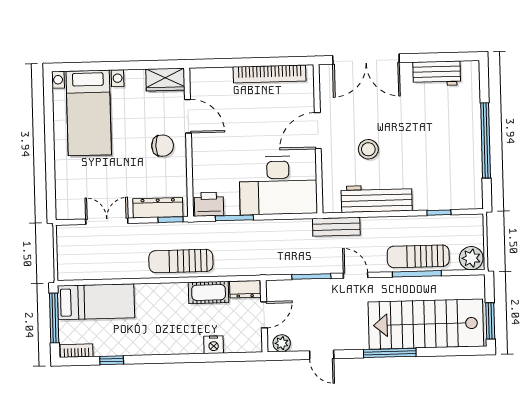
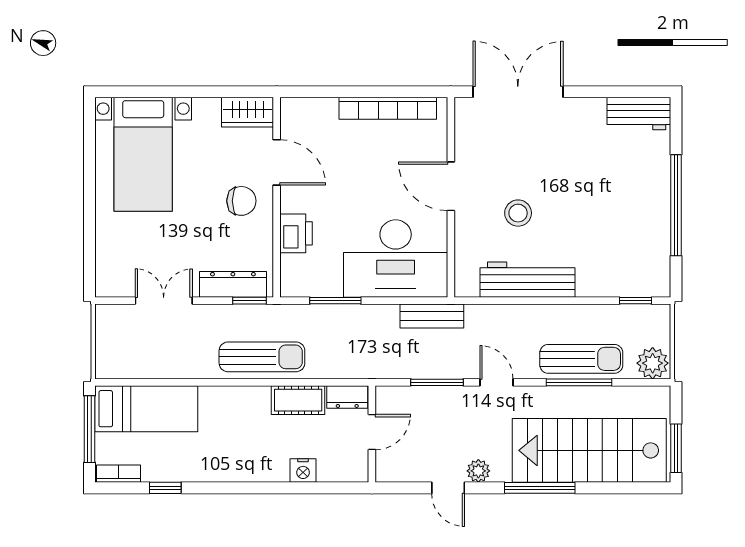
double door: (366, 59) -> (518, 92), swing flipped
workbench: (437, 73) -> (639, 114), moved
door: (318, 131) -> (451, 186), hinge flipped
printer: (209, 204) -> (296, 233), moved, turned 90
window: (439, 213) -> (635, 301), moved
bench: (336, 227) -> (432, 316), moved
sun lounger: (418, 256) -> (581, 359), turned 180
sun lounger: (181, 261) -> (262, 357), turned 180
plant: (282, 343) -> (478, 471), moved

